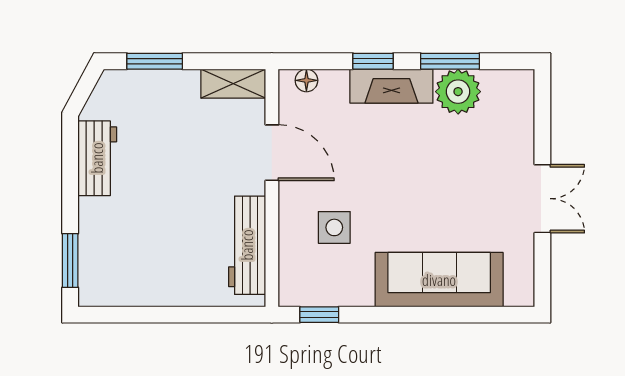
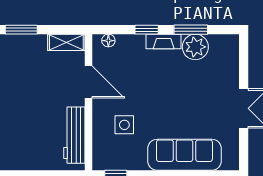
fireplace: (391, 86) -> (164, 41), width x0.73, depth x0.76

